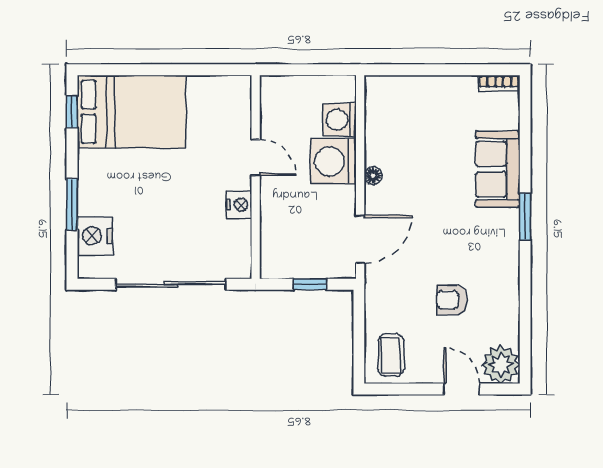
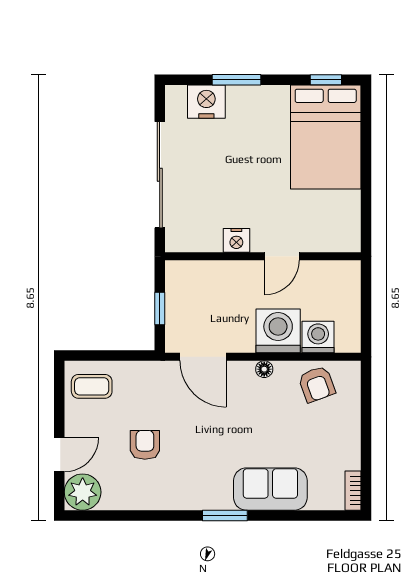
armchair: (389, 121) -> (317, 384), added

